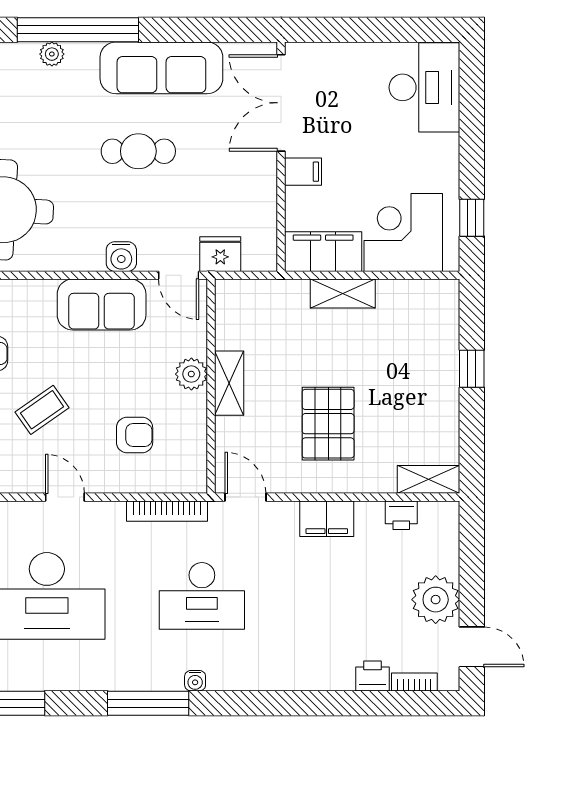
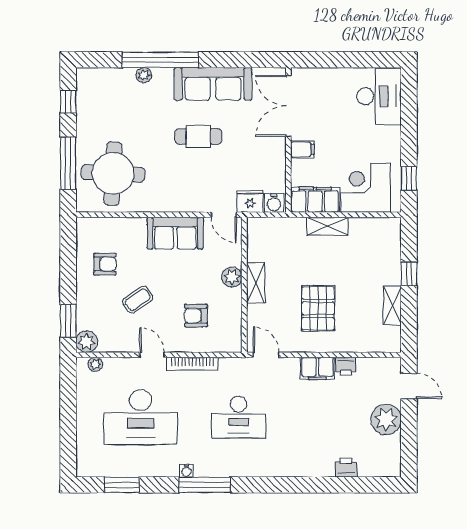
water cooler: (121, 257) -> (274, 203), moved
armchair: (135, 435) -> (196, 316), turned 180
shelving: (429, 479) -> (392, 305), moved, turned 90
bookcase: (167, 511) -> (192, 364), moved
printer: (401, 515) -> (346, 366), moved
door: (472, 647) -> (409, 386), moved
water cooler: (195, 681) -> (187, 471), moved
bookcase: (414, 682) -> (373, 471), removed

